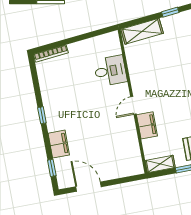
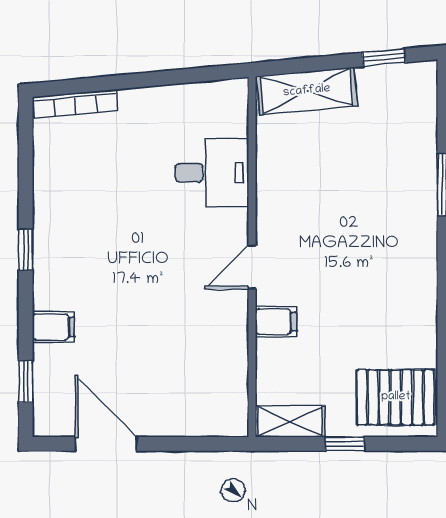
filing cabinet: (147, 125) -> (276, 322), width x0.50
filing cabinet: (59, 144) -> (53, 327), width x0.50

